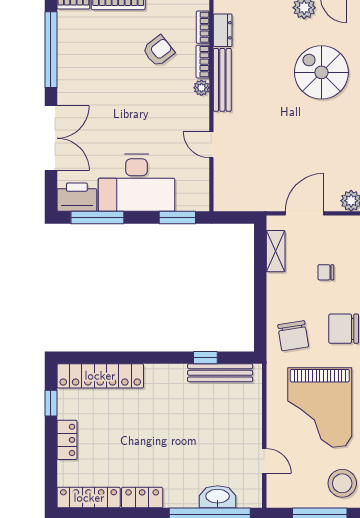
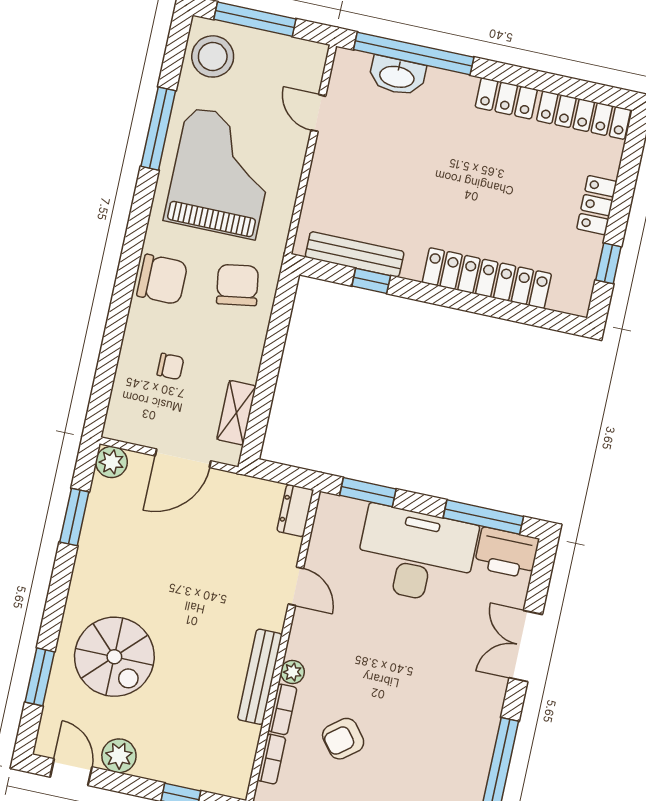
dresser: (223, 30) -> (295, 511), moved
double door: (51, 138) -> (526, 646), width x0.73
locker: (100, 376) -> (487, 278), moved

